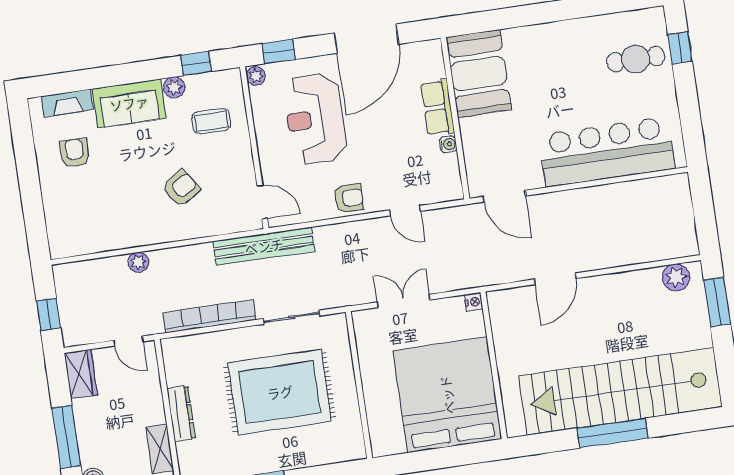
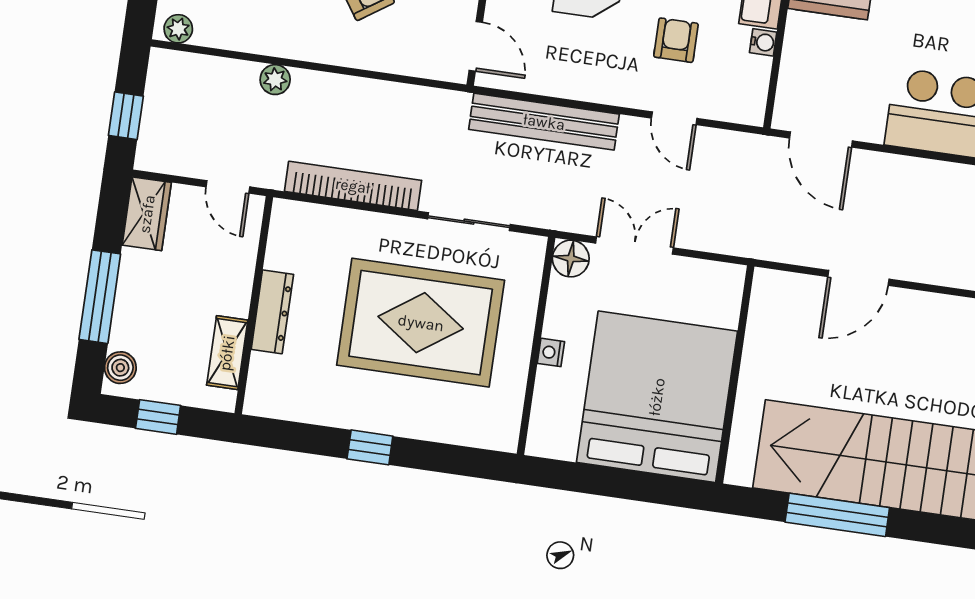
armchair: (349, 198) -> (676, 40), moved, turned -90
bench: (264, 246) -> (544, 122), moved
plant: (66, 248) -> (178, 29), added
nightstand: (474, 302) -> (551, 352), moved, turned 180
floor lamp: (365, 322) -> (571, 259), added
window: (613, 433) -> (837, 515), moved

